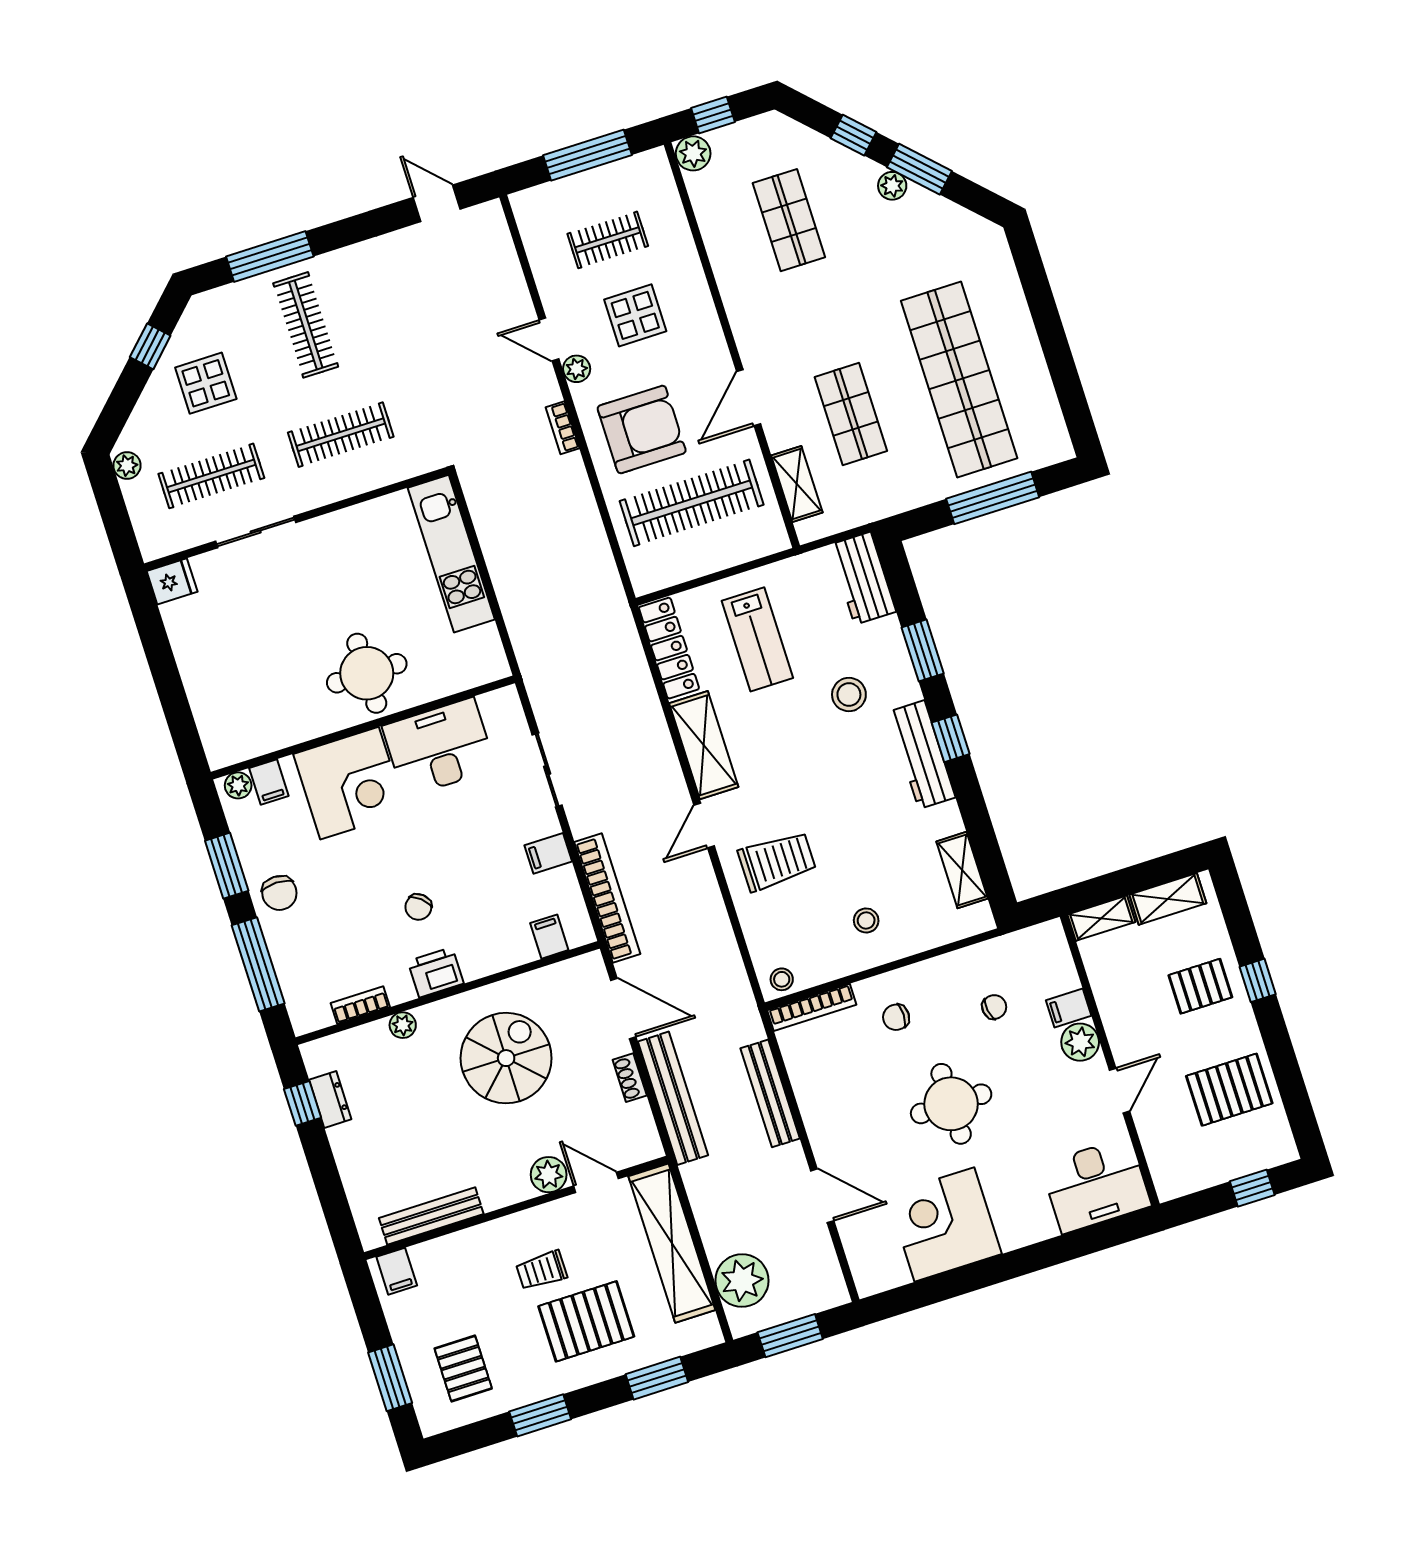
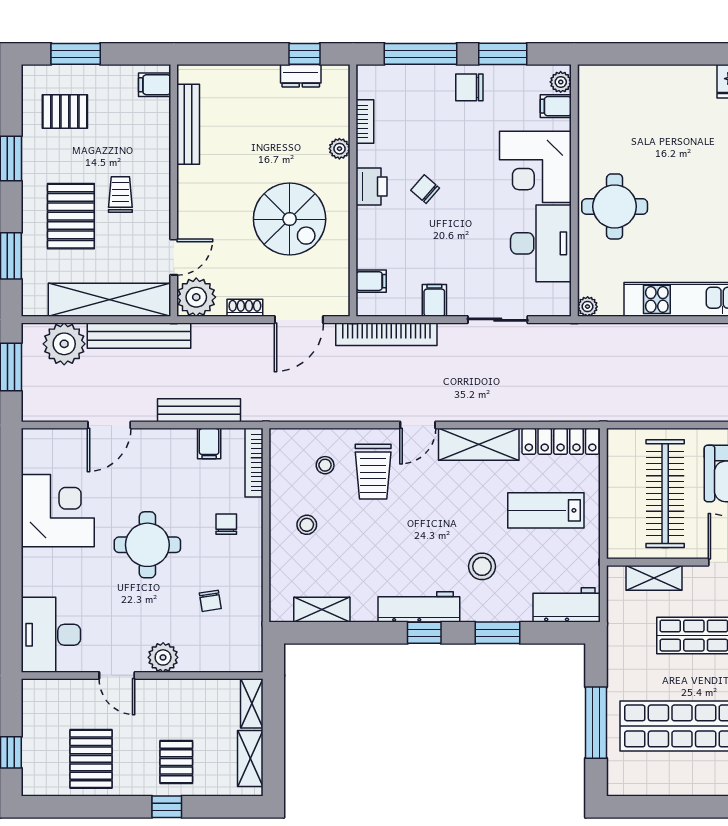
plant: (497, 667) -> (588, 307), added
door: (704, 826) -> (418, 425), swing flipped
stool: (782, 979) -> (325, 465), moved
filing cabinet: (1069, 1008) -> (209, 444), moved, turned 180
bench: (673, 1098) -> (139, 336), moved
plant: (549, 1175) -> (196, 297), moved, width x1.36, depth x1.36

